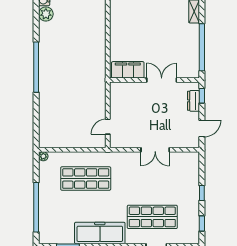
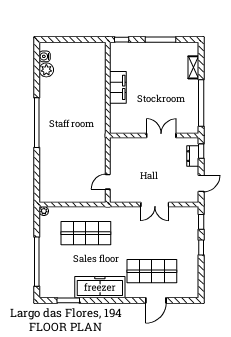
filing cabinet: (128, 70) -> (118, 87), moved, turned 90
window: (202, 223) -> (201, 222), moved

